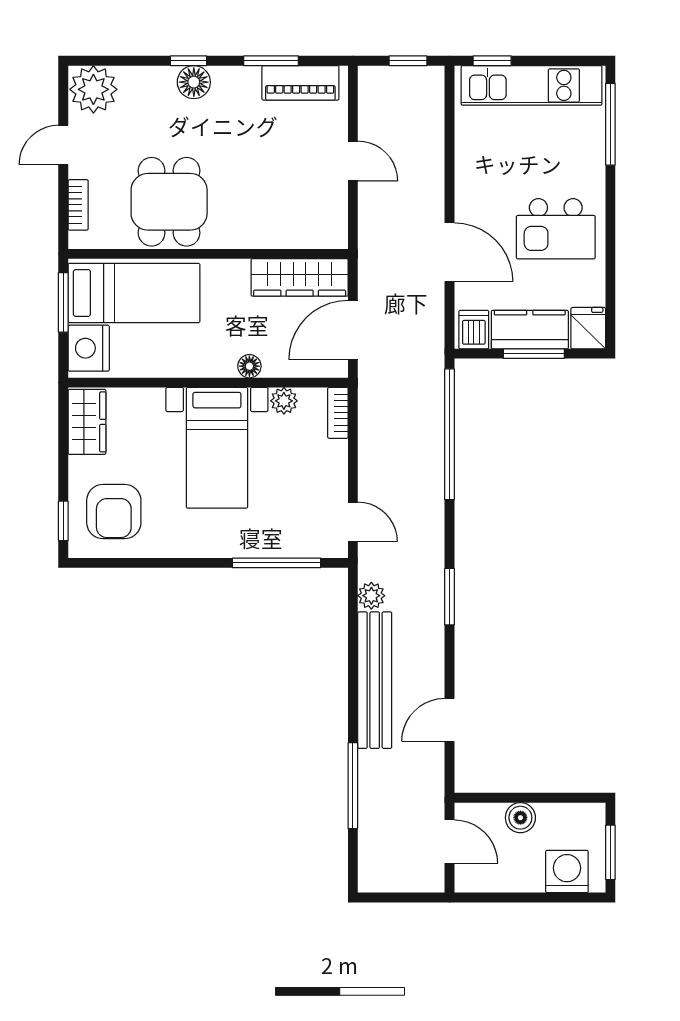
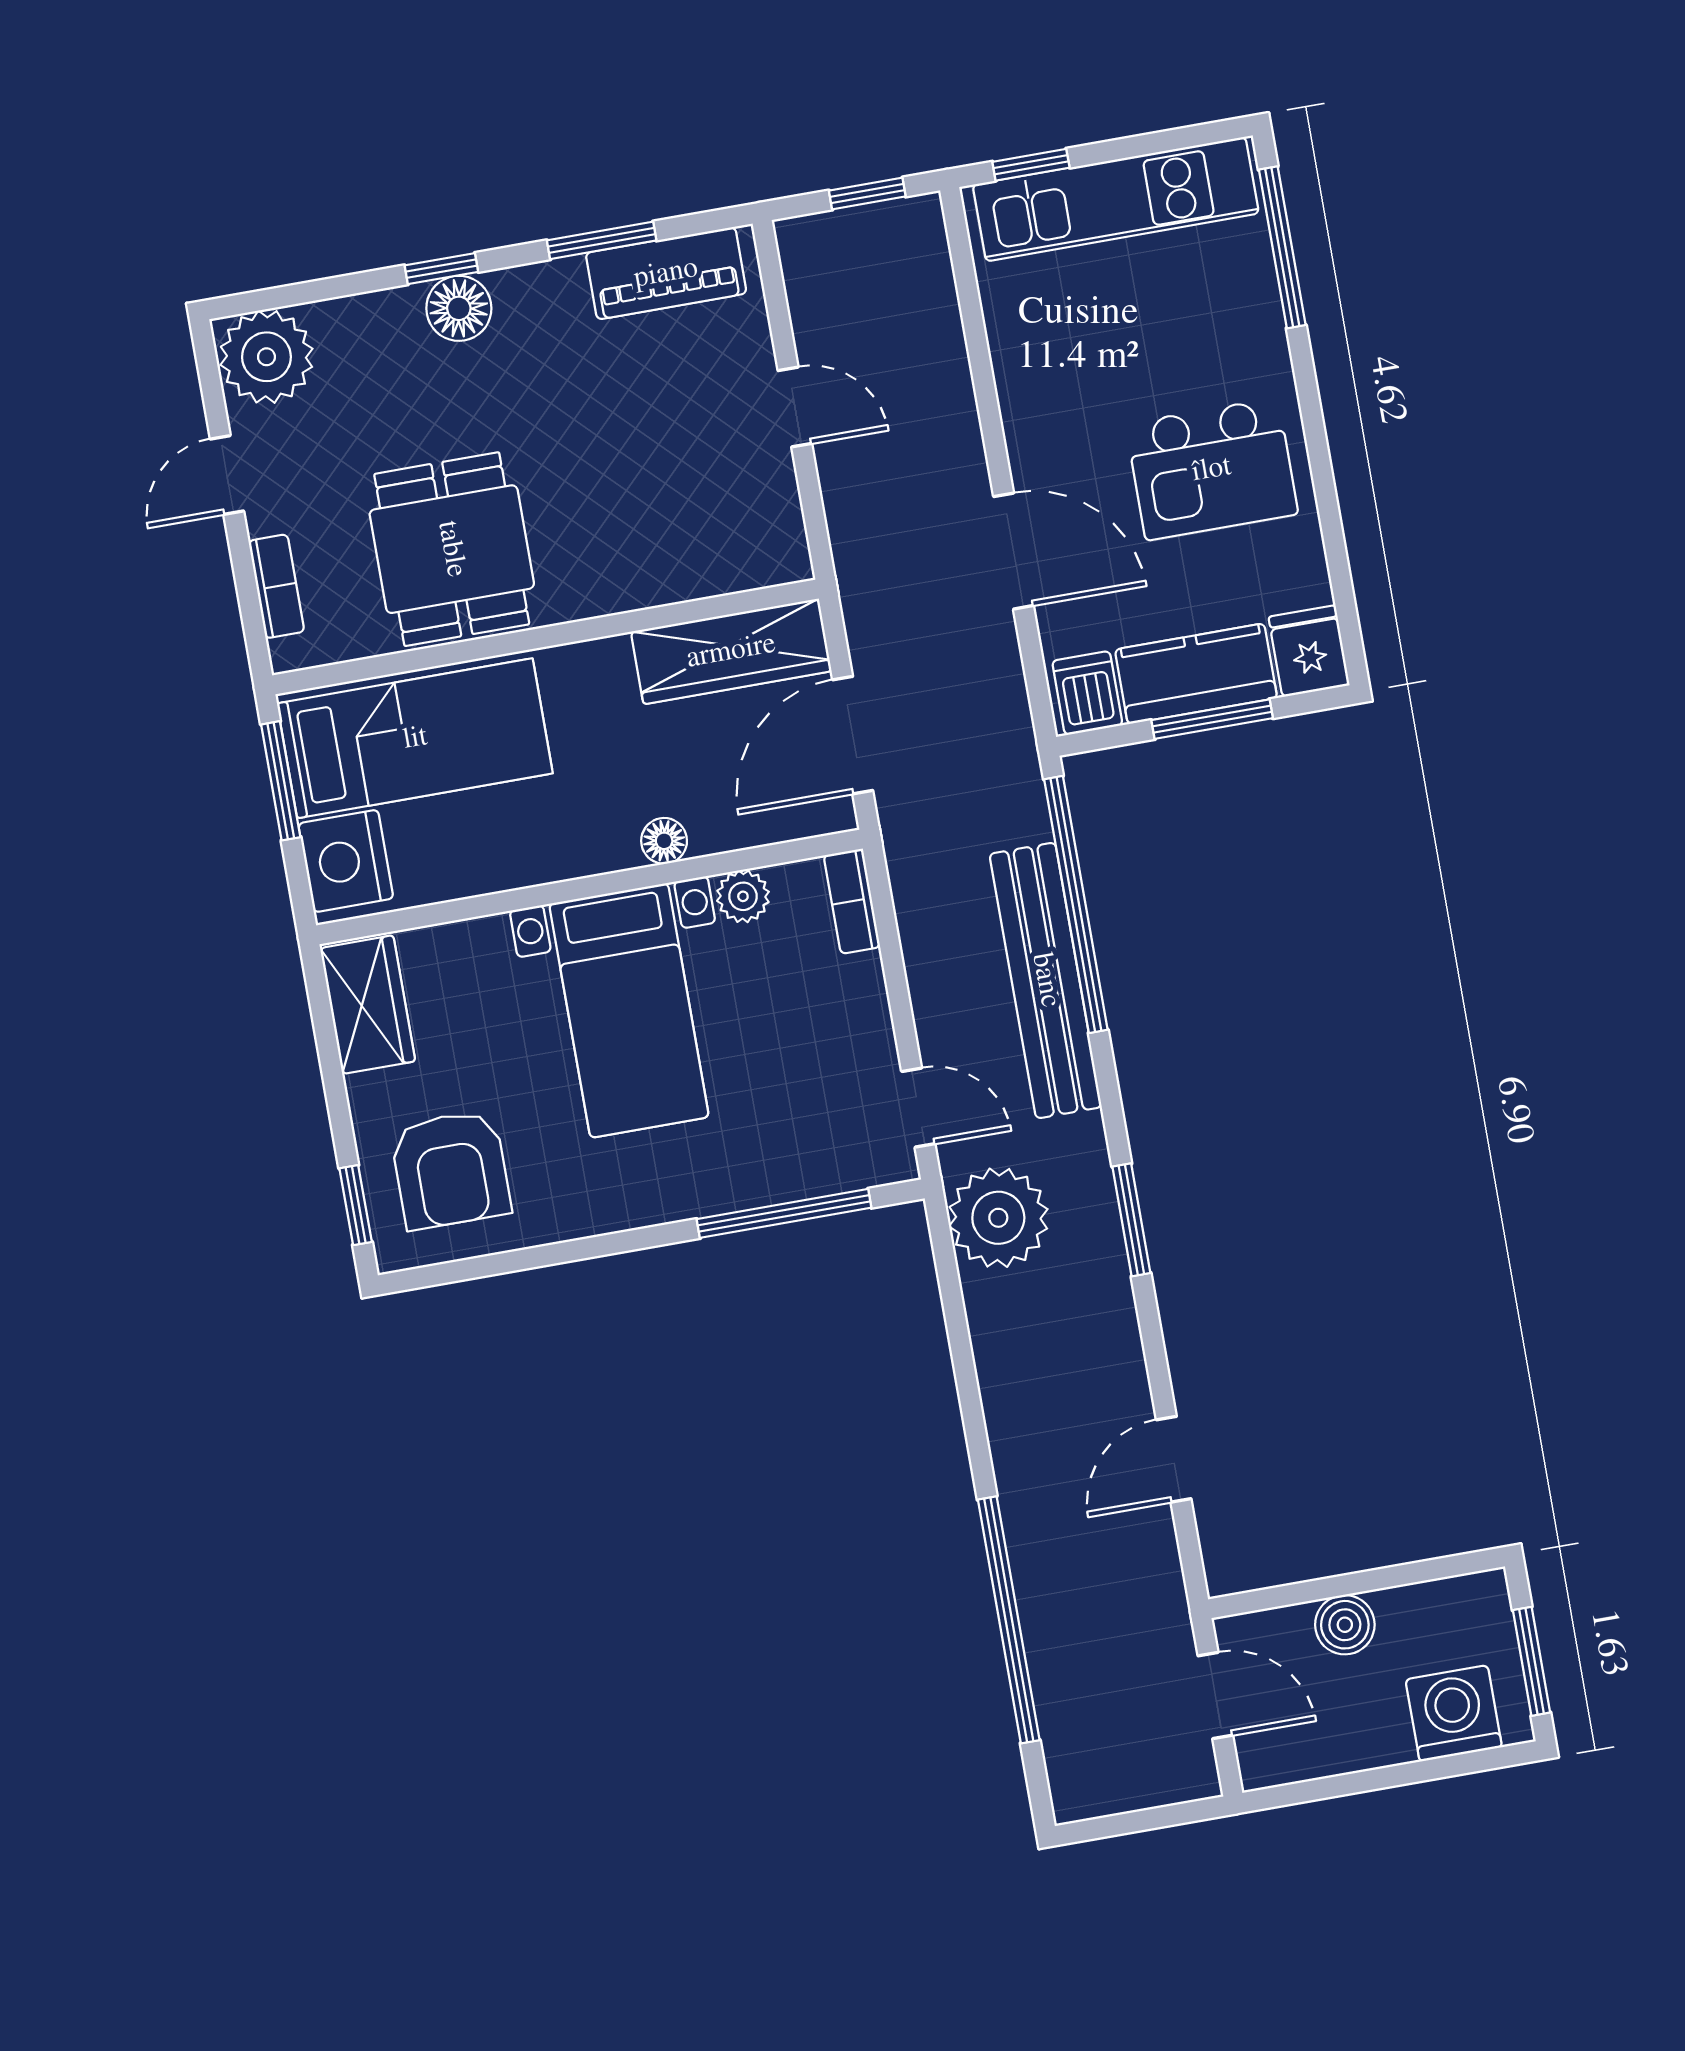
plant: (371, 596) -> (998, 1218), width x1.87, depth x1.87
bench: (375, 680) -> (1046, 980), moved
window: (353, 786) -> (1009, 1620), width x1.46

